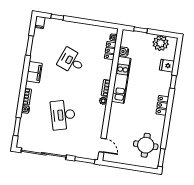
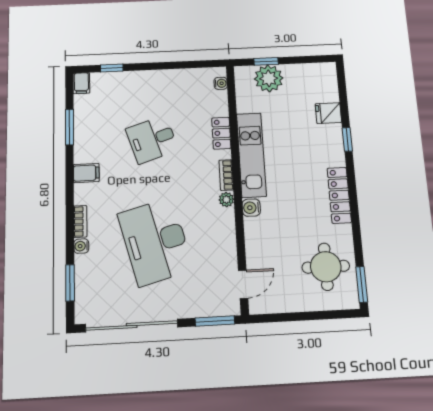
plant: (161, 43) -> (269, 78), moved
locker: (110, 51) -> (221, 133), moved
water cooler: (124, 52) -> (251, 208), moved
desk: (71, 61) -> (152, 139), turned -39
filing cabinet: (34, 72) -> (86, 173), width x0.50
locker: (162, 105) -> (339, 195), width x1.53
desk: (63, 115) -> (155, 242), width x1.36, depth x1.30
door: (102, 145) -> (243, 284), hinge flipped

